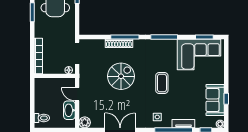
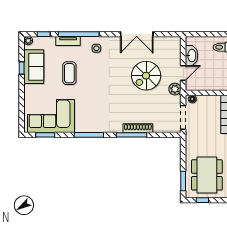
spiral stairs: (121, 76) -> (146, 76), moved
coffee table: (162, 83) -> (69, 73), moved
door: (77, 94) -> (183, 73), hinge flipped
plant: (85, 122) -> (175, 89), moved

